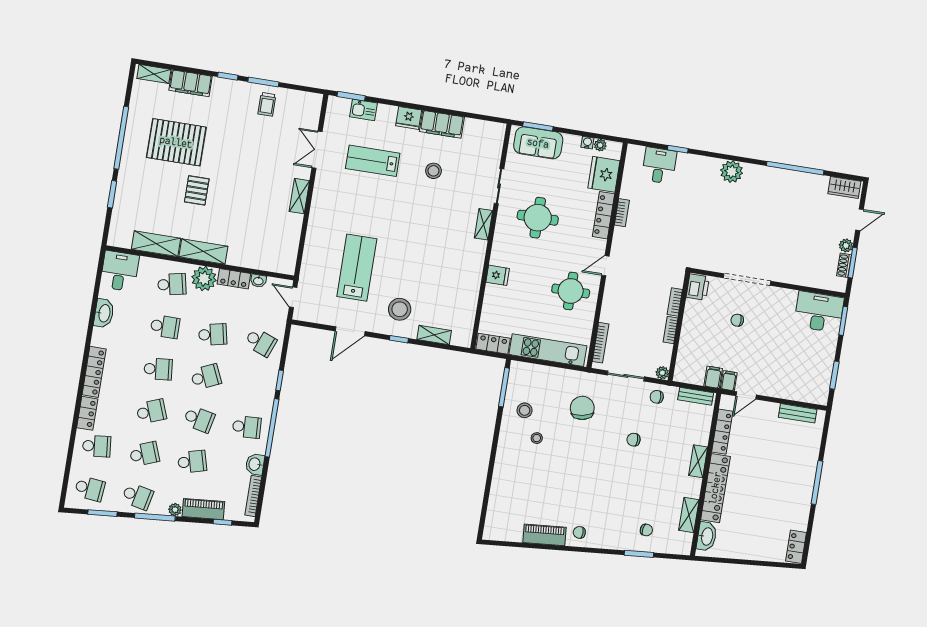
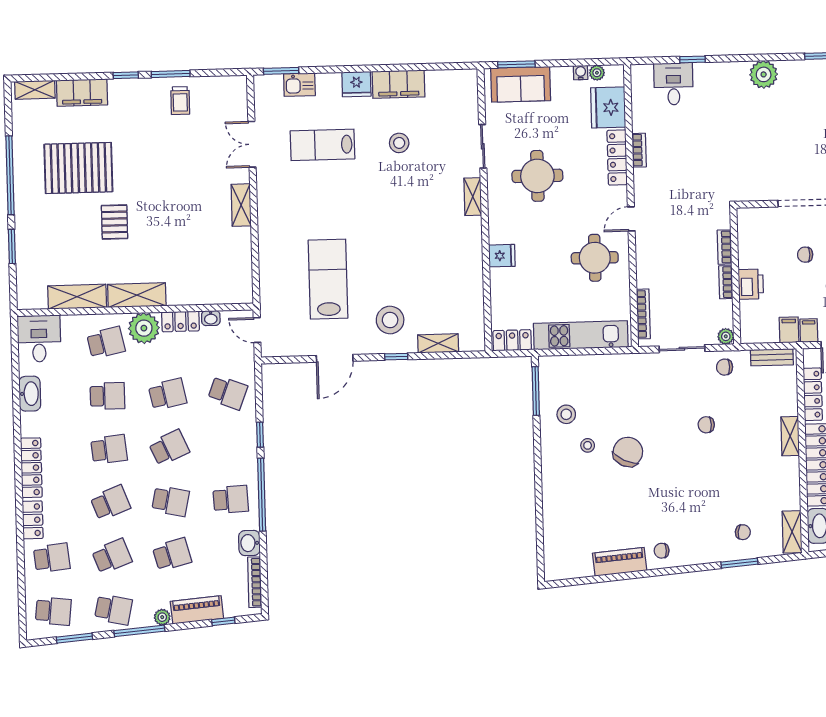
printer: (698, 287) -> (751, 284), moved
chair: (582, 408) -> (628, 452), moved, turned 37
shelving: (689, 515) -> (792, 532), moved

